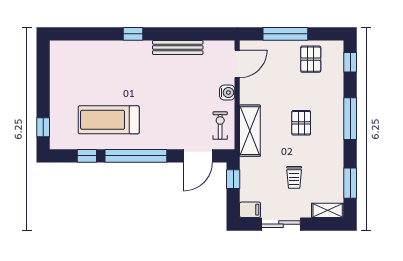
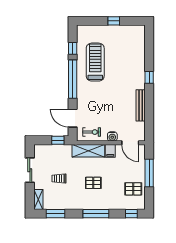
window: (43, 127) -> (114, 21), moved
filing cabinet: (250, 210) -> (110, 151), moved

